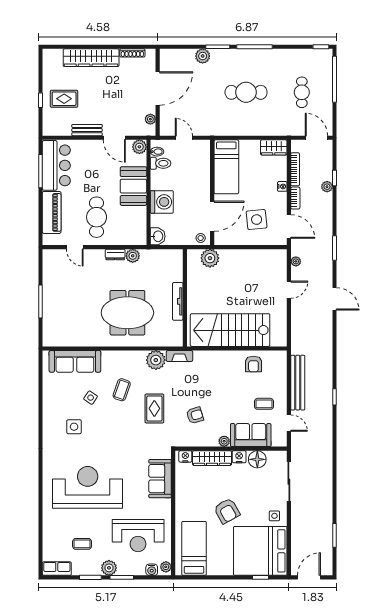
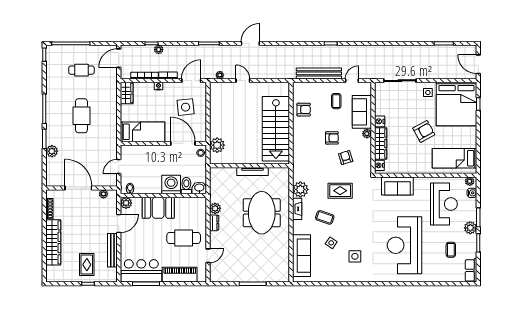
bench: (87, 130) -> (112, 250), width x1.36
toilet: (161, 163) -> (186, 186), moved
fireplace: (179, 356) -> (297, 209), moved
armchair: (219, 399) -> (332, 138), added
floor lamp: (257, 459) -> (382, 107), removed

